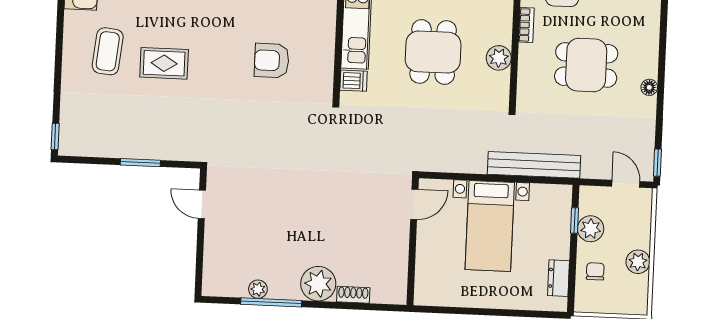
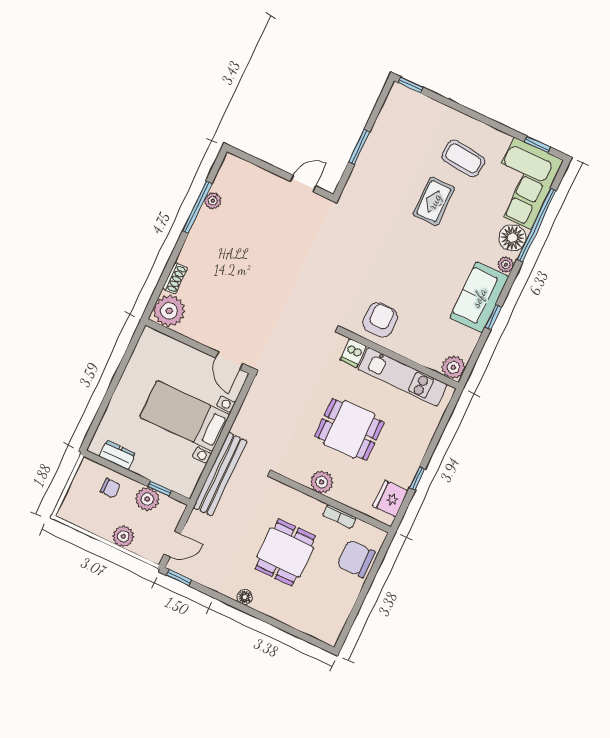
armchair: (272, 61) -> (380, 320), moved
plant: (638, 262) -> (123, 536), moved
plant: (318, 284) -> (169, 311), moved

